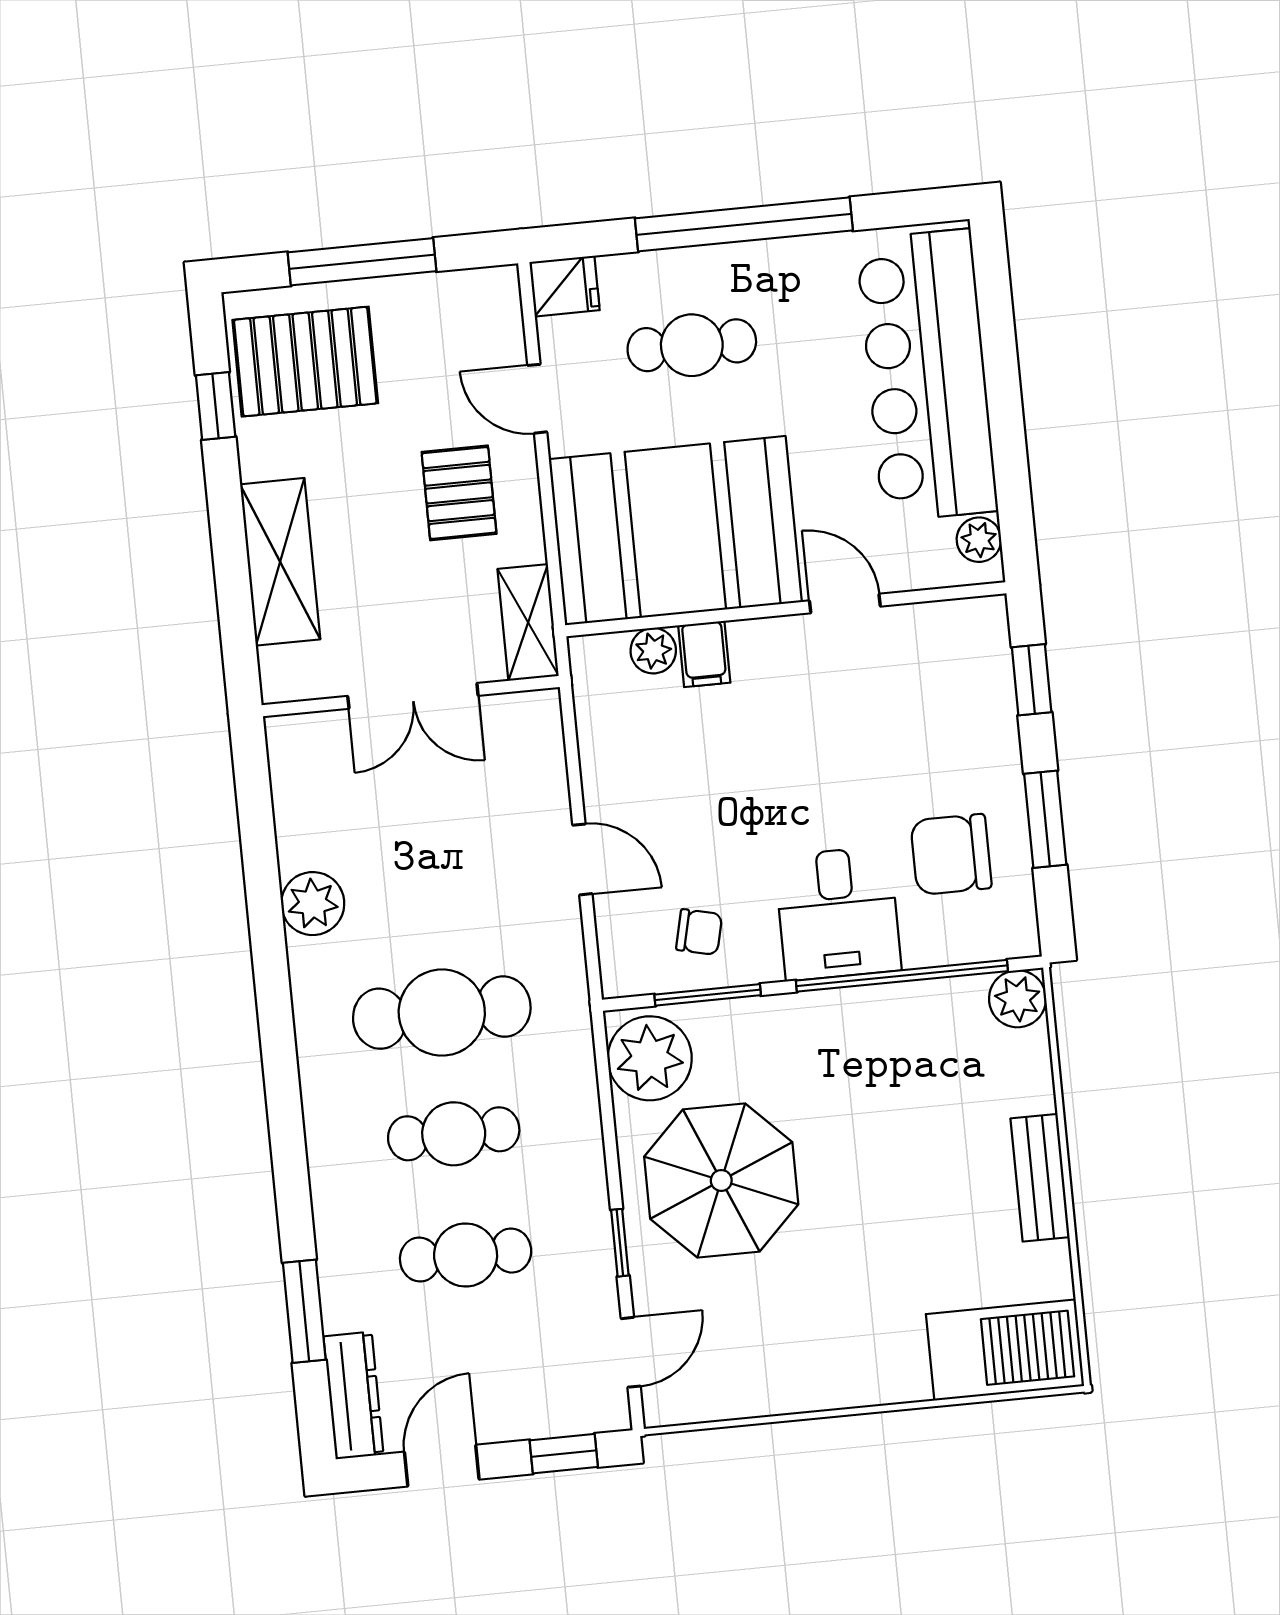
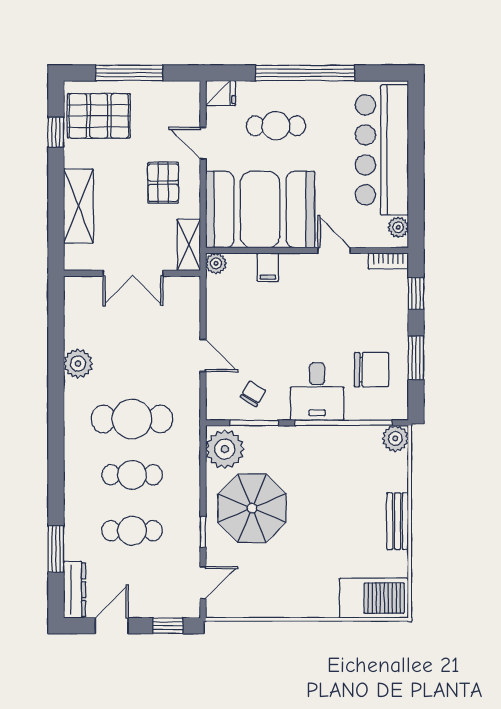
bookcase: (965, 615) -> (388, 261), added
plant: (653, 651) -> (216, 263), moved
chair: (951, 854) -> (371, 370), turned 180
chair: (699, 932) -> (253, 394), turned -72

